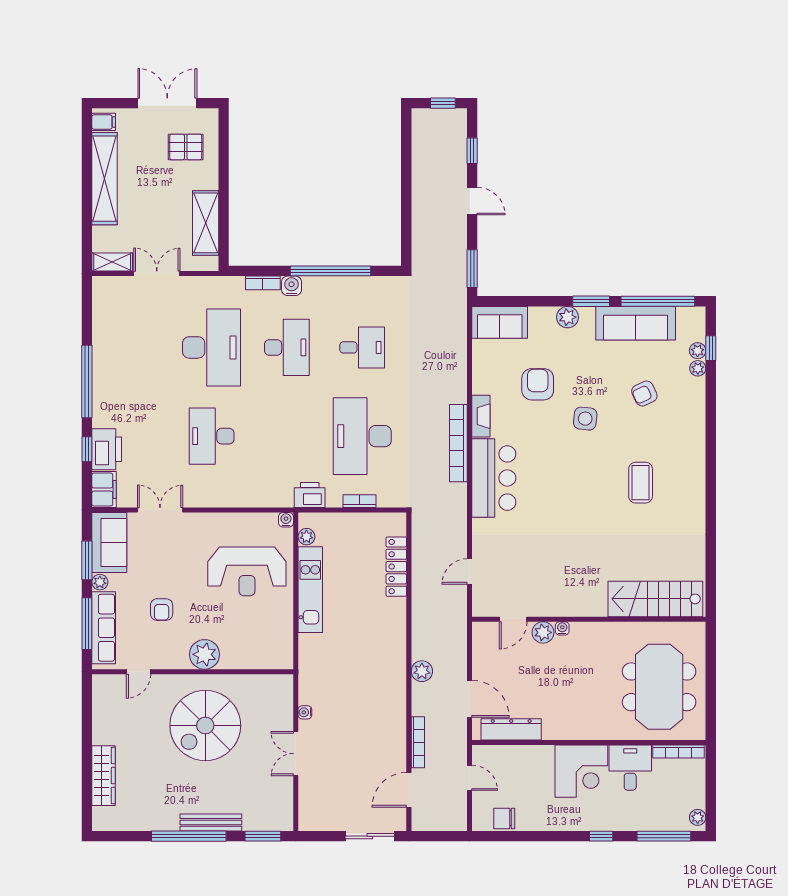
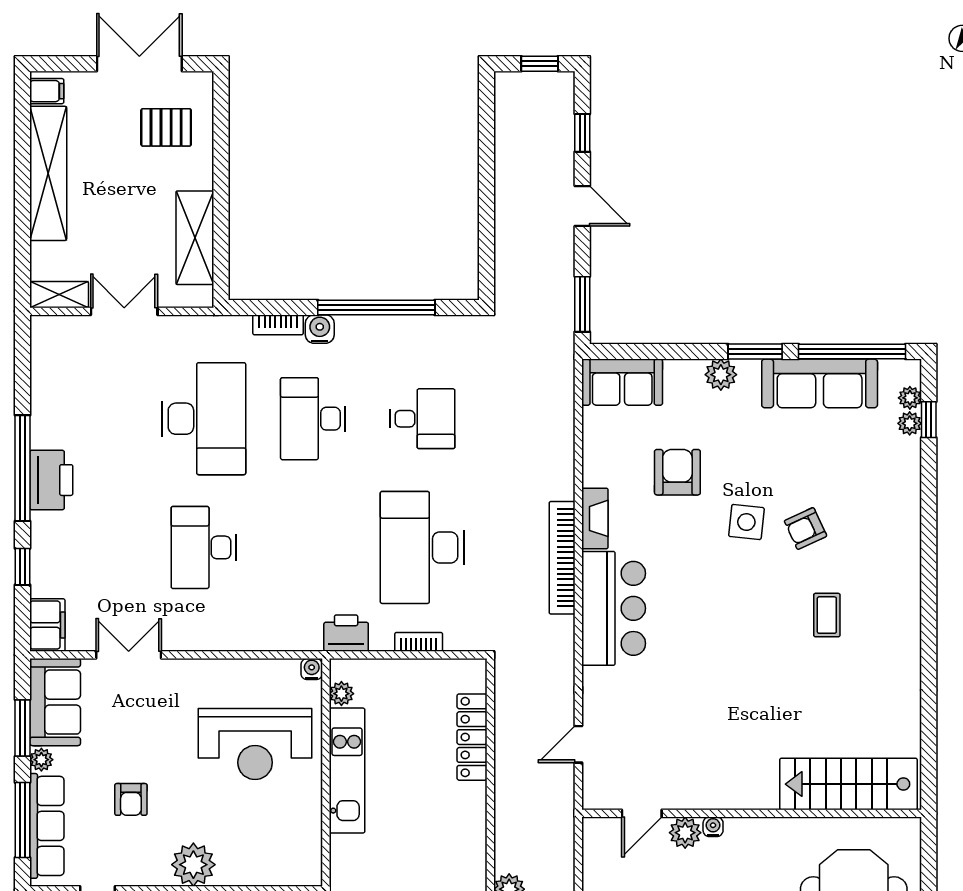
desk: (287, 347) -> (313, 419), turned 180
plant: (698, 368) -> (910, 398), moved
armchair: (644, 394) -> (806, 528), moved
printer: (107, 449) -> (51, 480), moved
coffee table: (641, 483) -> (827, 615), width x0.73, depth x0.77

